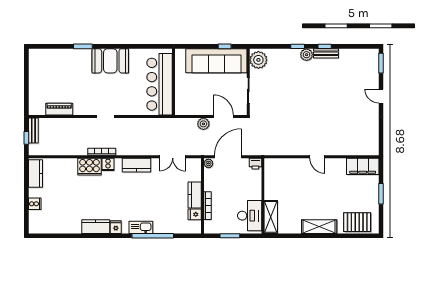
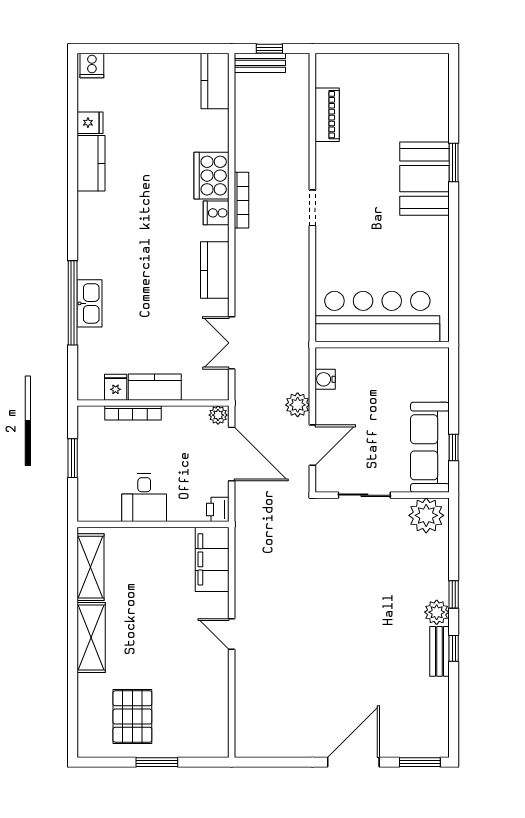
booth: (110, 61) -> (424, 179), moved
sofa: (216, 61) -> (430, 447), width x0.74, depth x0.79
door: (381, 96) -> (353, 762), width x1.88
water cooler: (191, 110) -> (325, 379), added
bench: (33, 131) -> (260, 63), moved
door: (317, 157) -> (232, 634), hinge flipped
filing cabinet: (363, 166) -> (212, 559), moved
kitchen counter: (35, 174) -> (215, 81), moved, turned 90
cooker: (35, 204) -> (92, 65), moved
desk: (250, 216) -> (144, 498), moved, width x0.73
shelving: (271, 217) -> (90, 567), moved, turned 90
pallet: (357, 222) -> (132, 716), moved
kitchen counter: (96, 227) -> (91, 163), moved
fridge: (116, 227) -> (90, 123), moved
kitchen sink: (141, 227) -> (90, 303), moved

